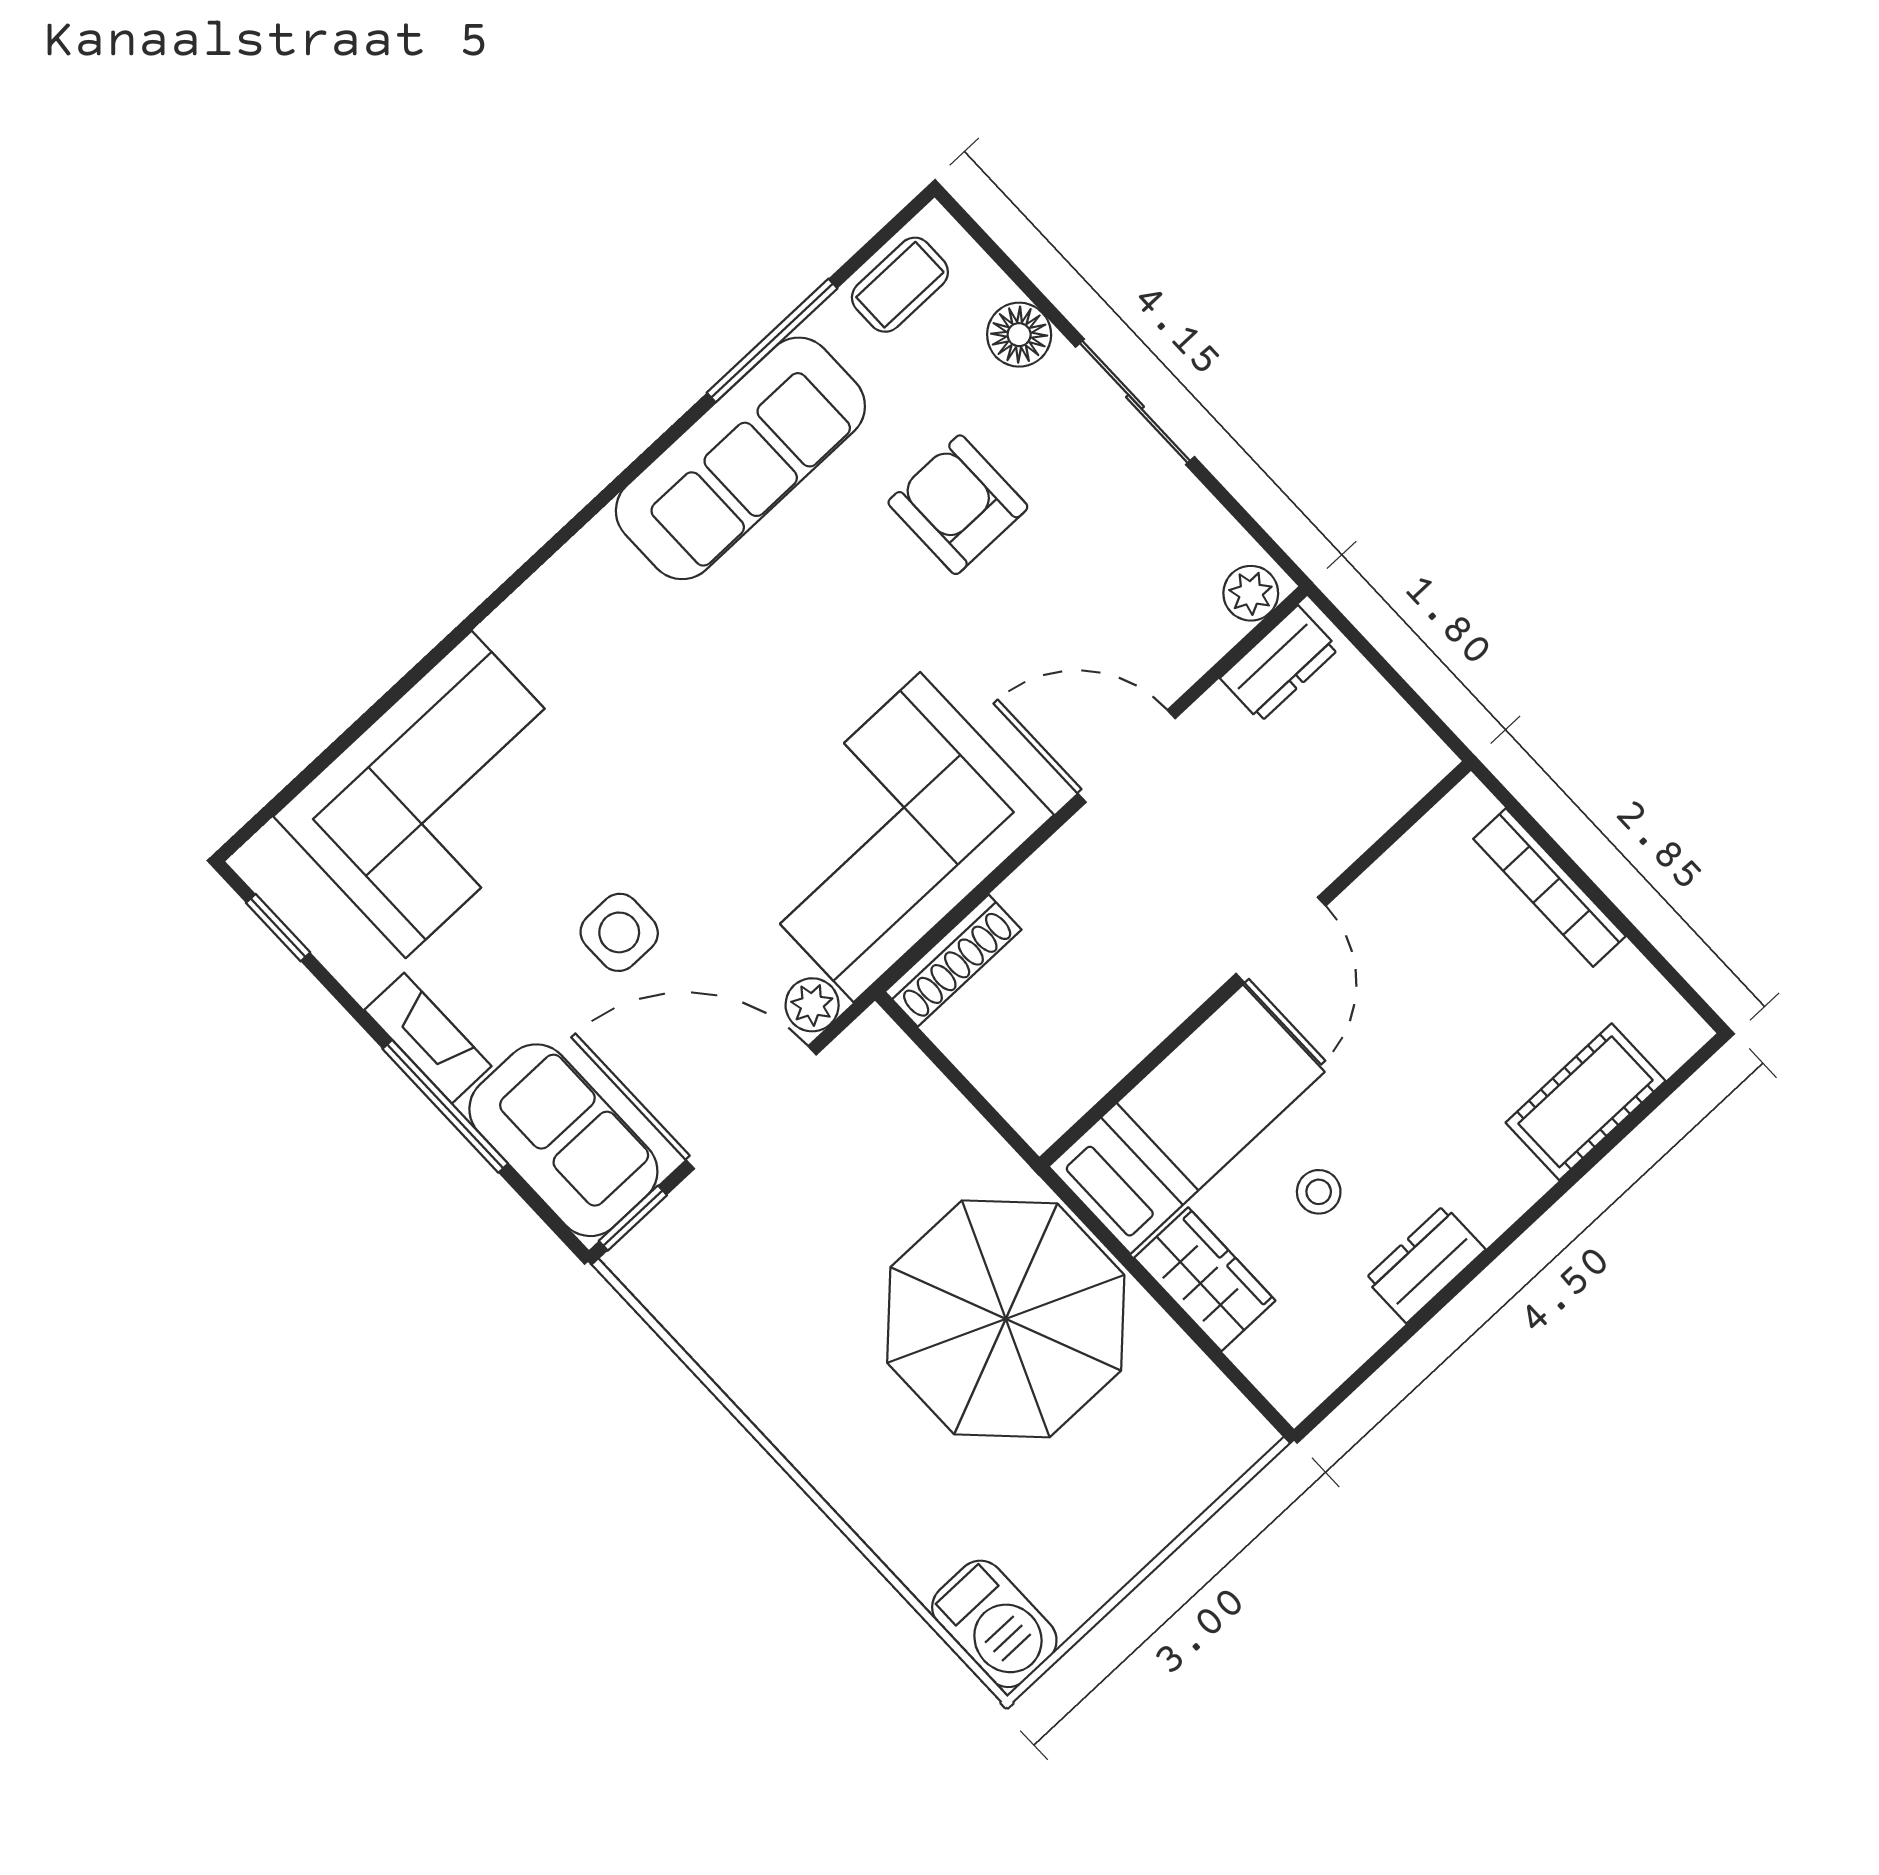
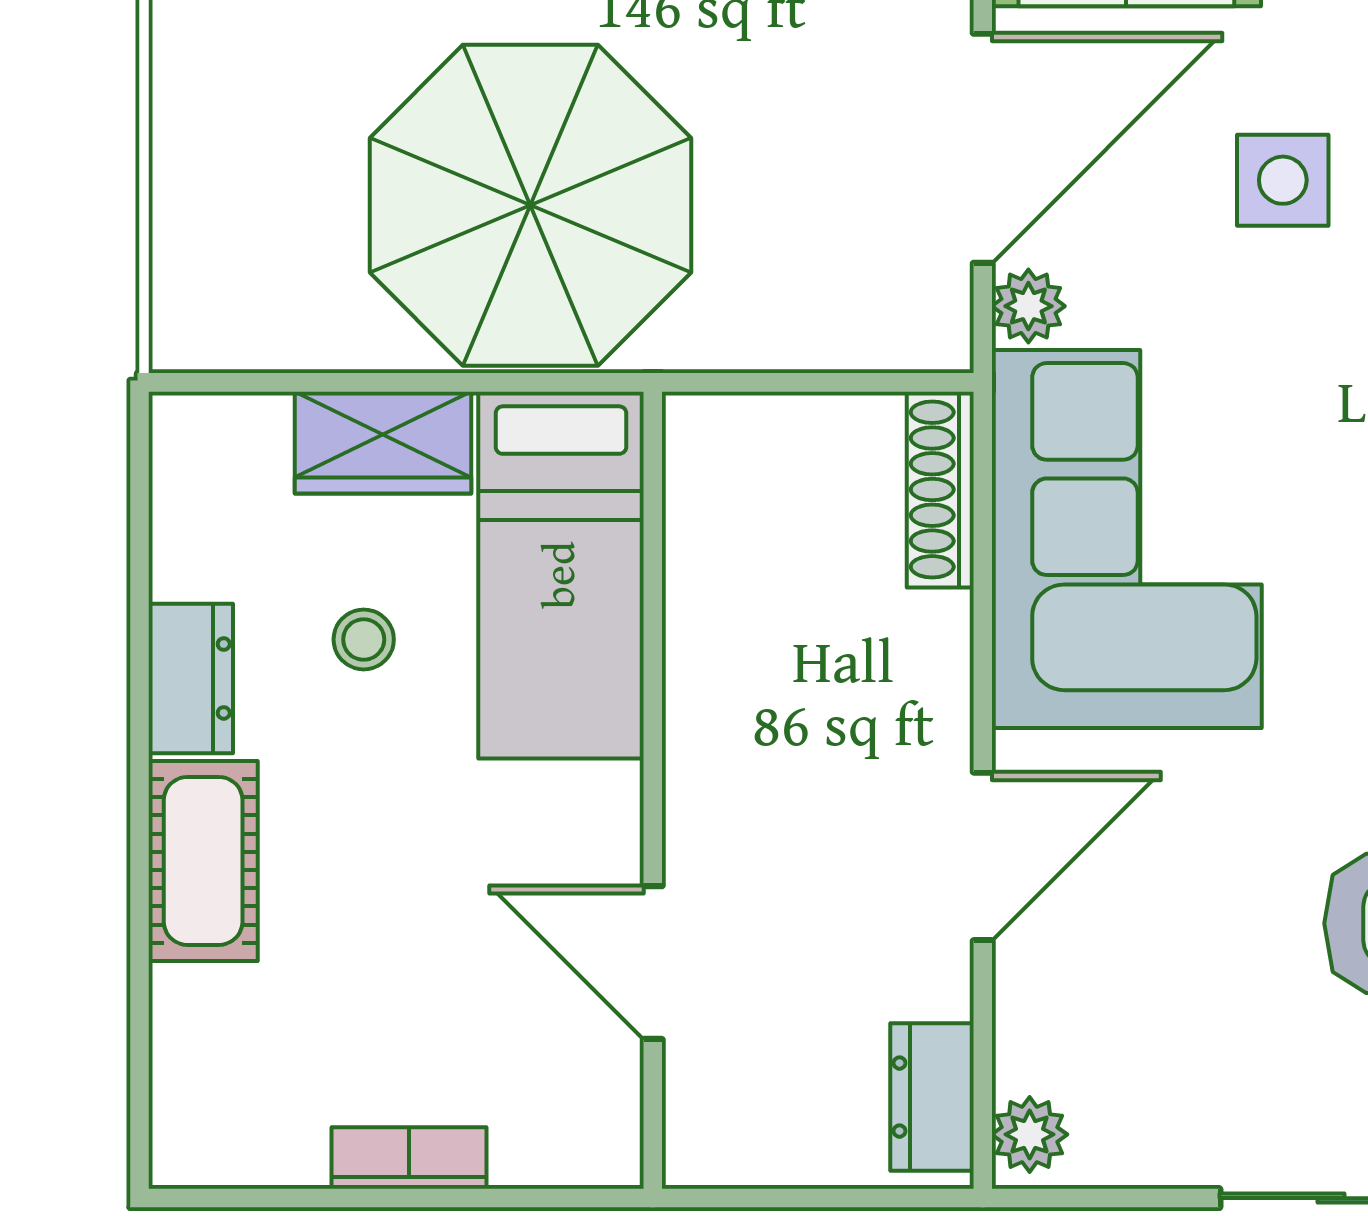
bookcase: (1549, 888) -> (409, 1158), width x0.64
door: (1281, 940) -> (653, 963), moved
cot: (1586, 1102) -> (203, 861), moved

